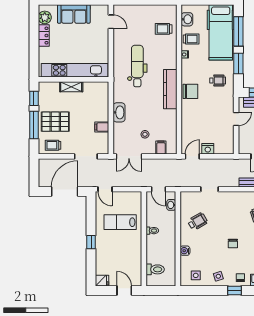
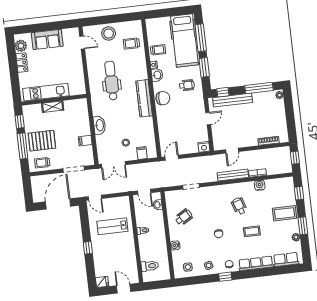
stool: (140, 15) -> (109, 33), added
washbasin: (187, 19) -> (157, 75), moved
kitchen unit: (75, 70) -> (46, 92), width x0.73
nightstand: (208, 149) -> (204, 147), moved

